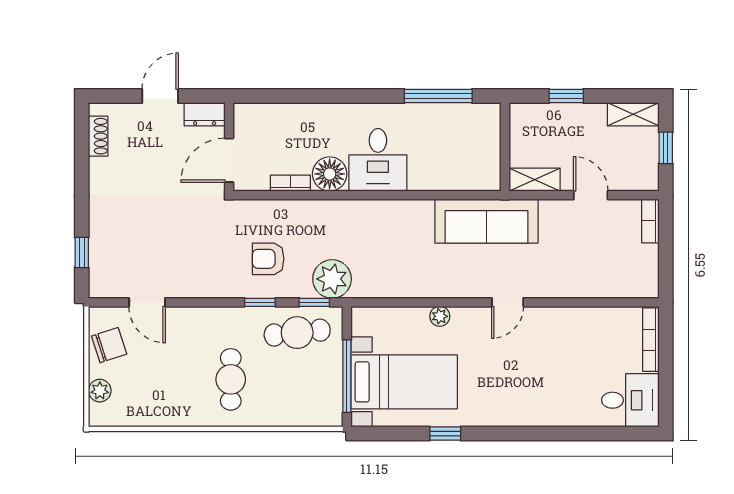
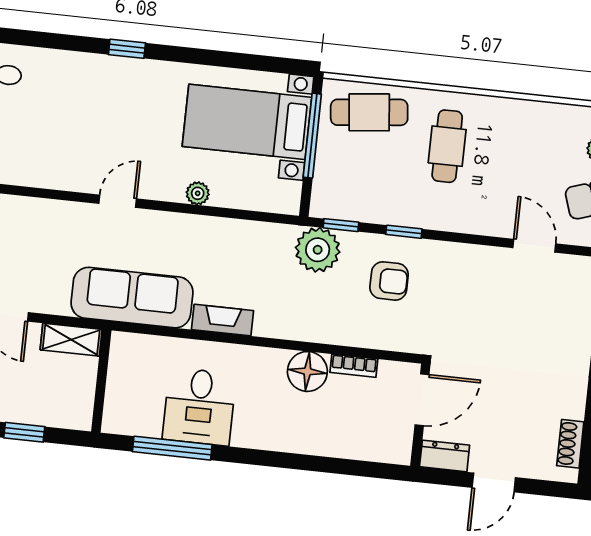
desk: (378, 160) -> (199, 407), moved, turned 180
fireplace: (407, 210) -> (222, 320), added
cafe table: (297, 333) -> (369, 112), moved
window: (445, 434) -> (127, 49), moved

